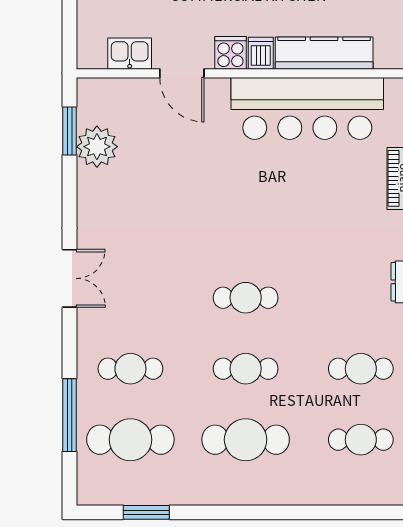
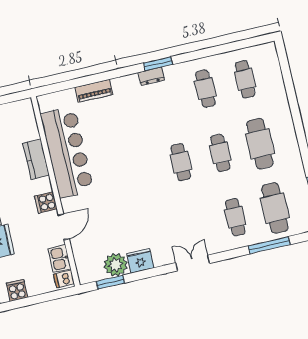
dishwasher: (261, 53) -> (64, 279), moved
kitchen counter: (324, 53) -> (36, 159), width x0.67
fridge: (94, 190) -> (140, 261), added

